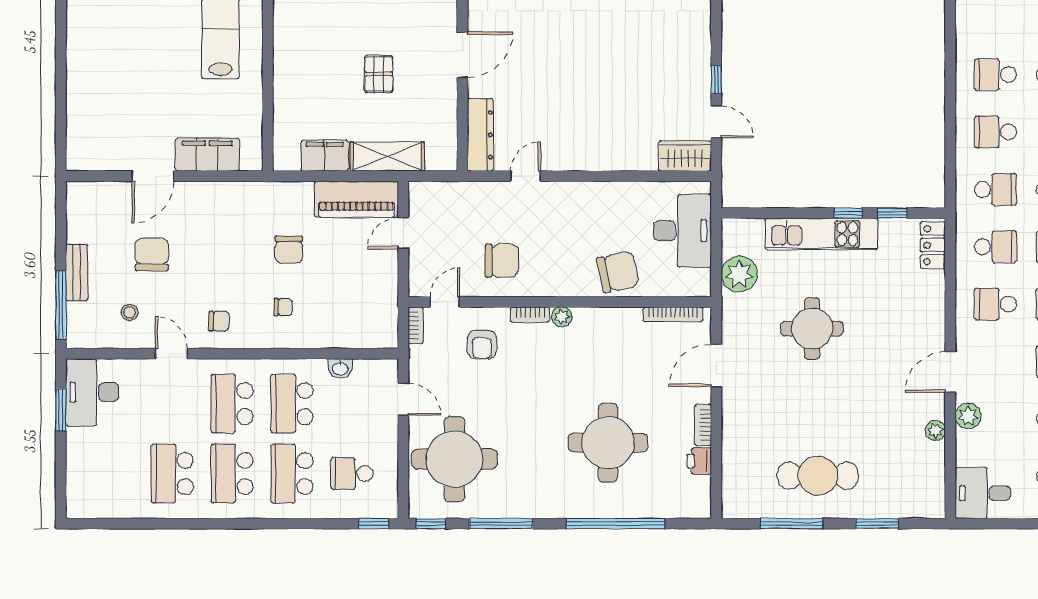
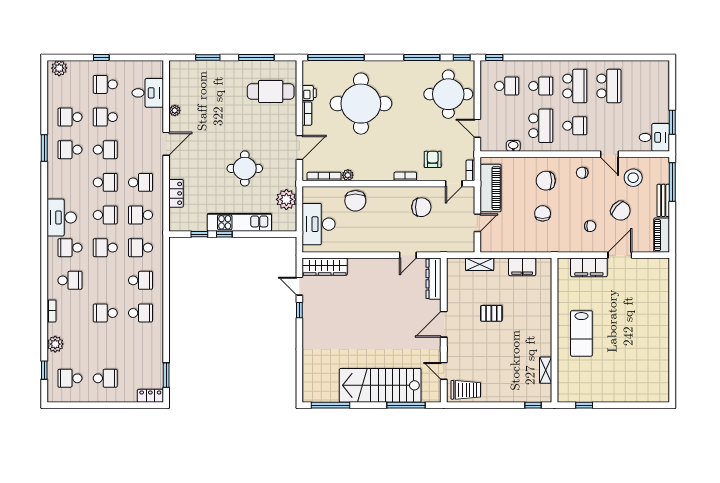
pallet: (379, 74) -> (491, 313), turned 90
shelving: (387, 156) -> (480, 264), width x0.67, depth x0.75
wardrobe: (685, 156) -> (325, 267), width x1.50
piano: (356, 199) -> (491, 188), moved, turned 90
piano: (79, 212) -> (662, 235), added
chair: (205, 227) -> (590, 226), added
locker: (933, 245) -> (176, 193), moved
chair: (152, 254) -> (621, 211), turned -49
chair: (502, 261) -> (421, 207), turned 180
chair: (618, 272) -> (355, 201), turned -78
chair: (283, 307) -> (546, 181), width x1.87, depth x1.87
stool: (130, 312) -> (633, 178), width x1.89, depth x1.89
plant: (562, 317) -> (348, 175), moved
desk: (92, 392) -> (654, 137), width x0.73
school desk: (232, 404) -> (575, 126), width x0.54
plant: (968, 416) -> (156, 119), removed
round table: (608, 443) -> (361, 104), width x1.36, depth x1.36
school desk: (292, 474) -> (541, 86), width x0.54
cafe table: (818, 476) -> (271, 92), moved
desk: (983, 493) -> (148, 93), moved
window: (615, 524) -> (336, 58), moved

